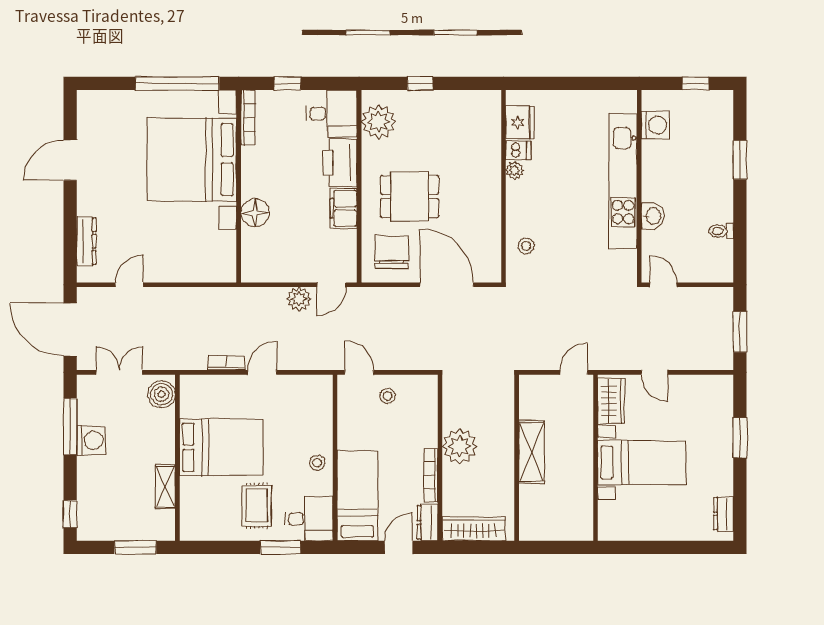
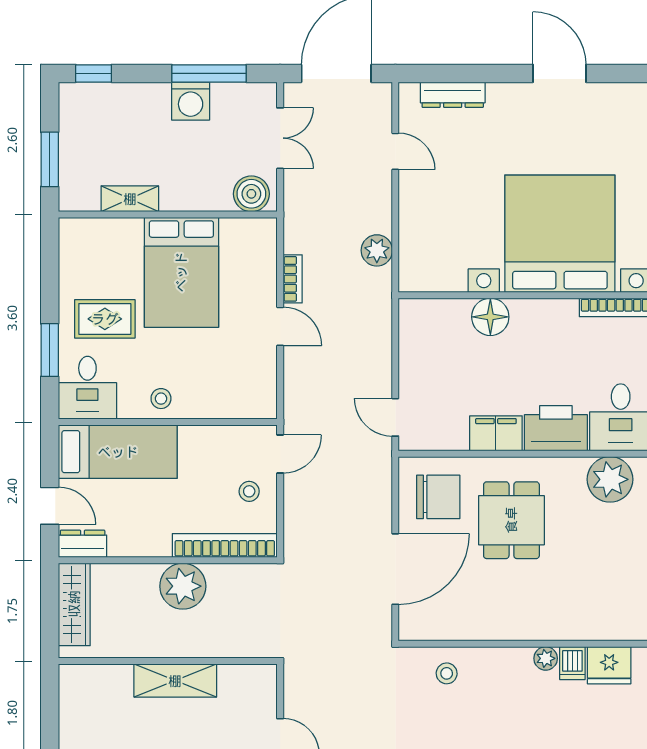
plant: (299, 299) -> (377, 250), moved
bookcase: (431, 475) -> (225, 545), moved, width x1.48, depth x1.31

